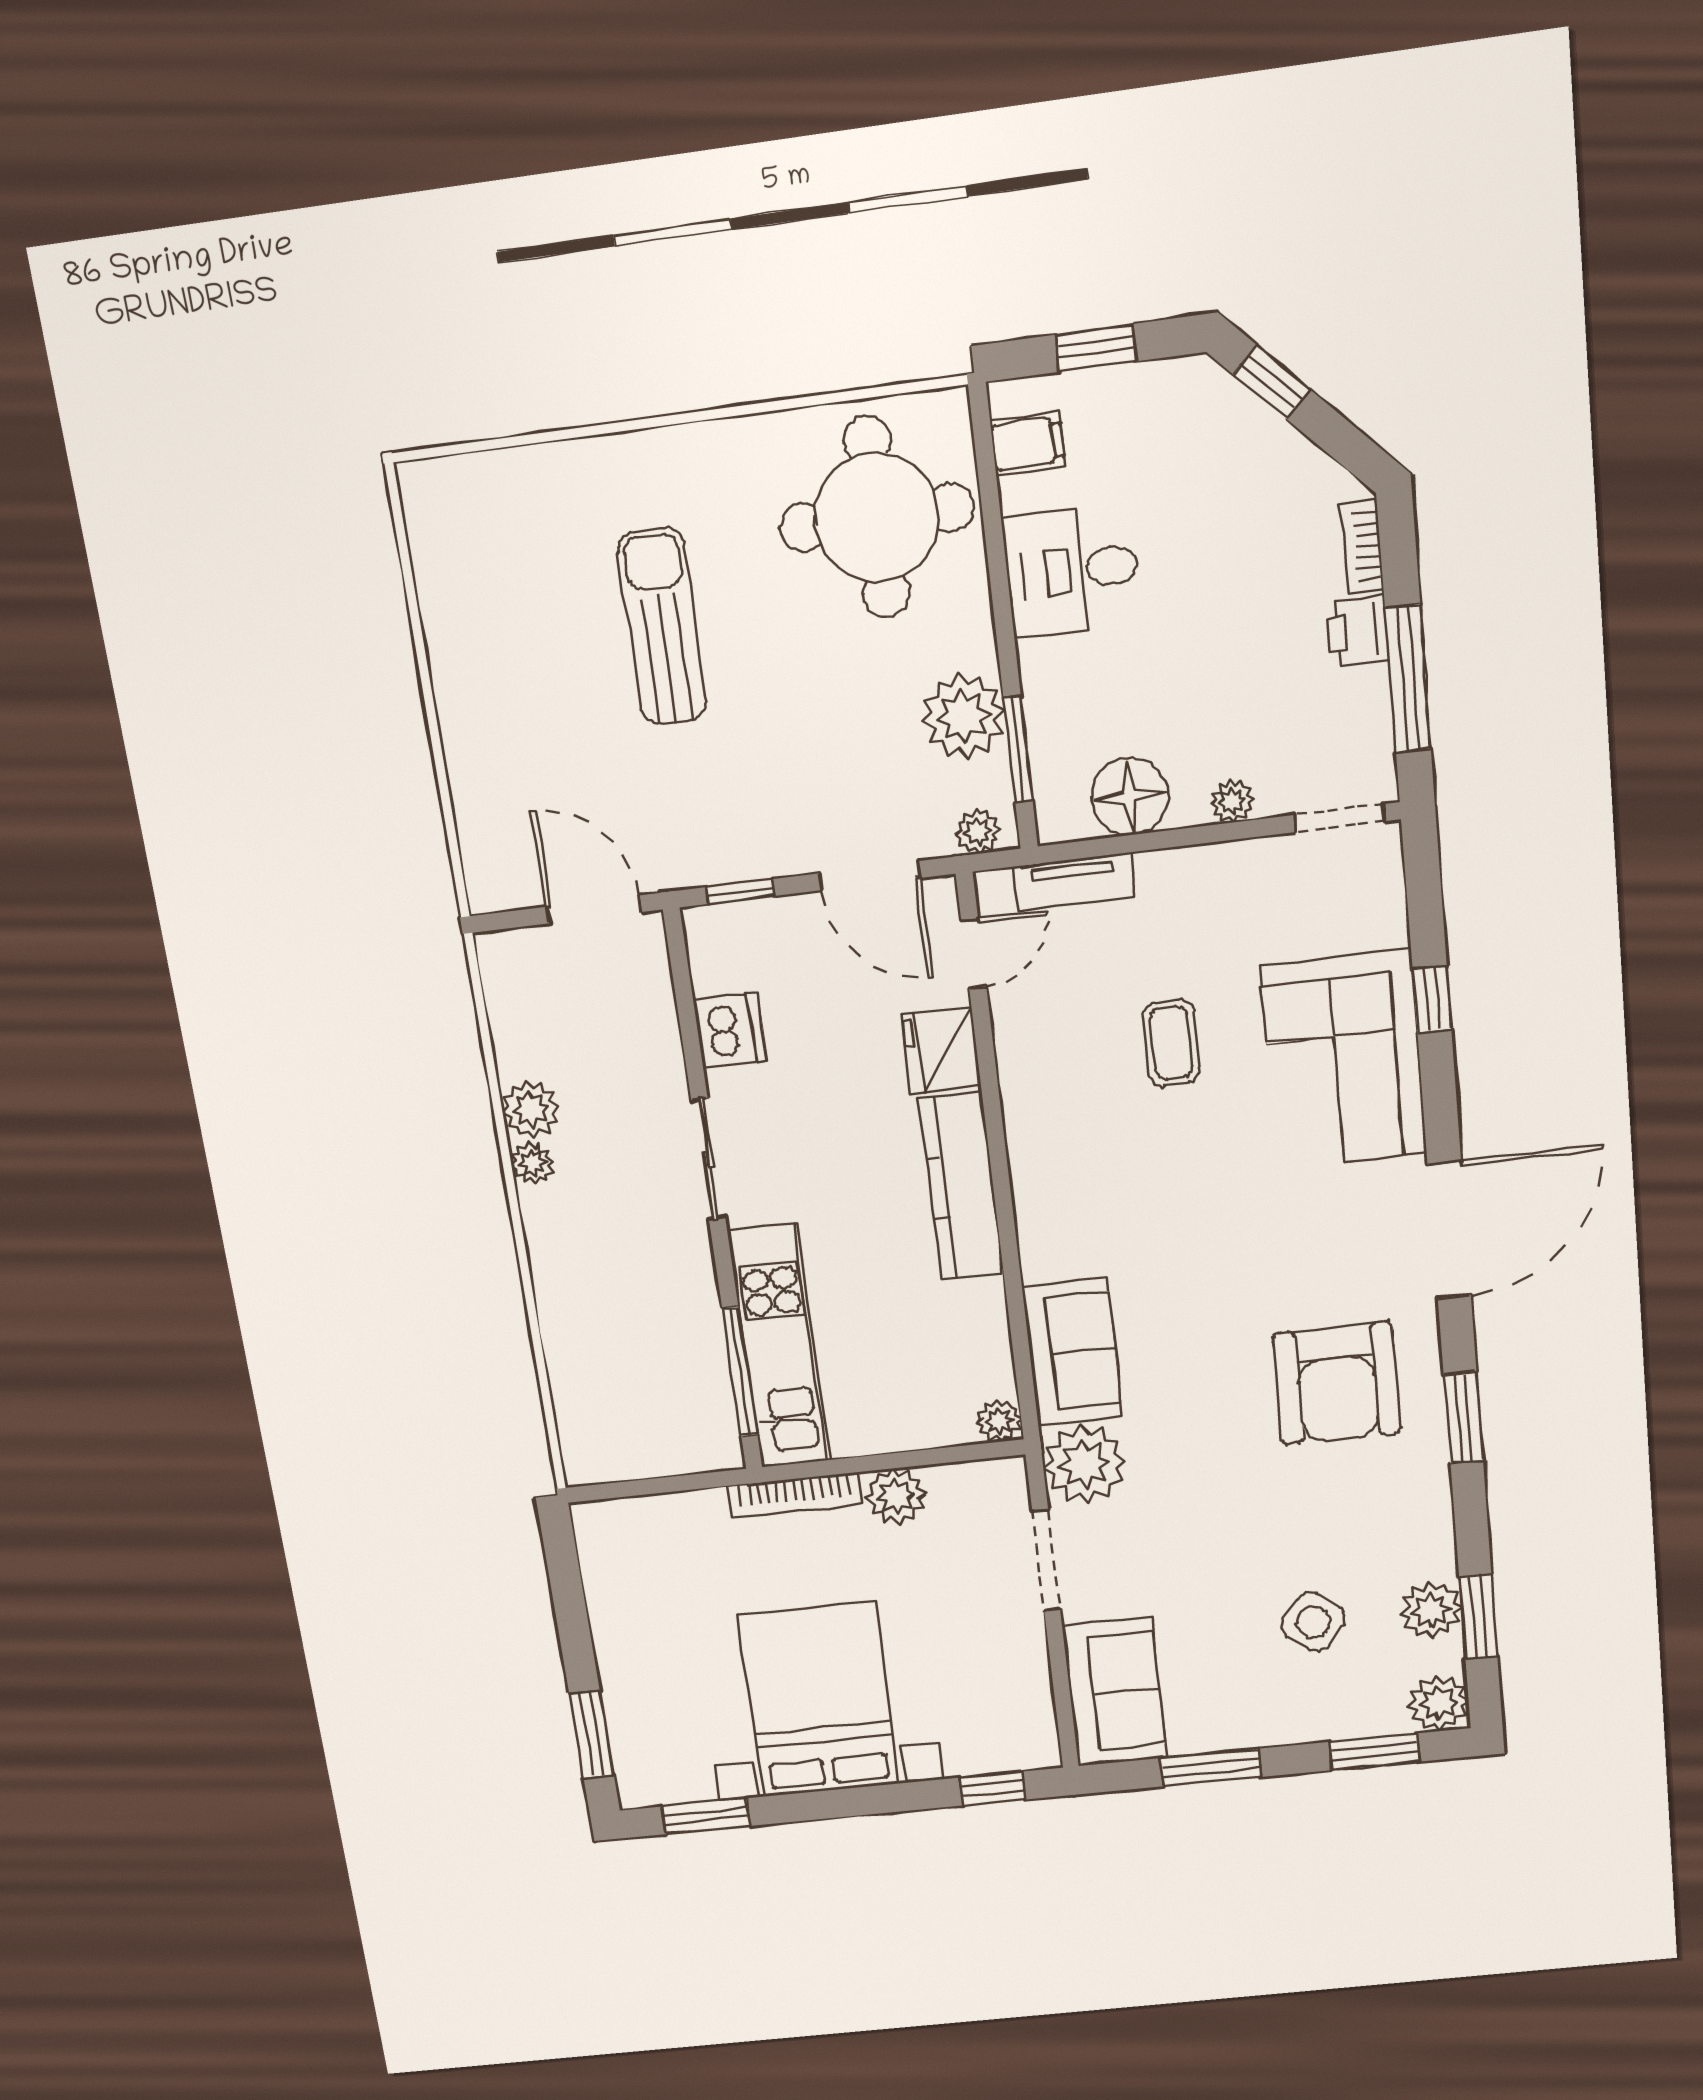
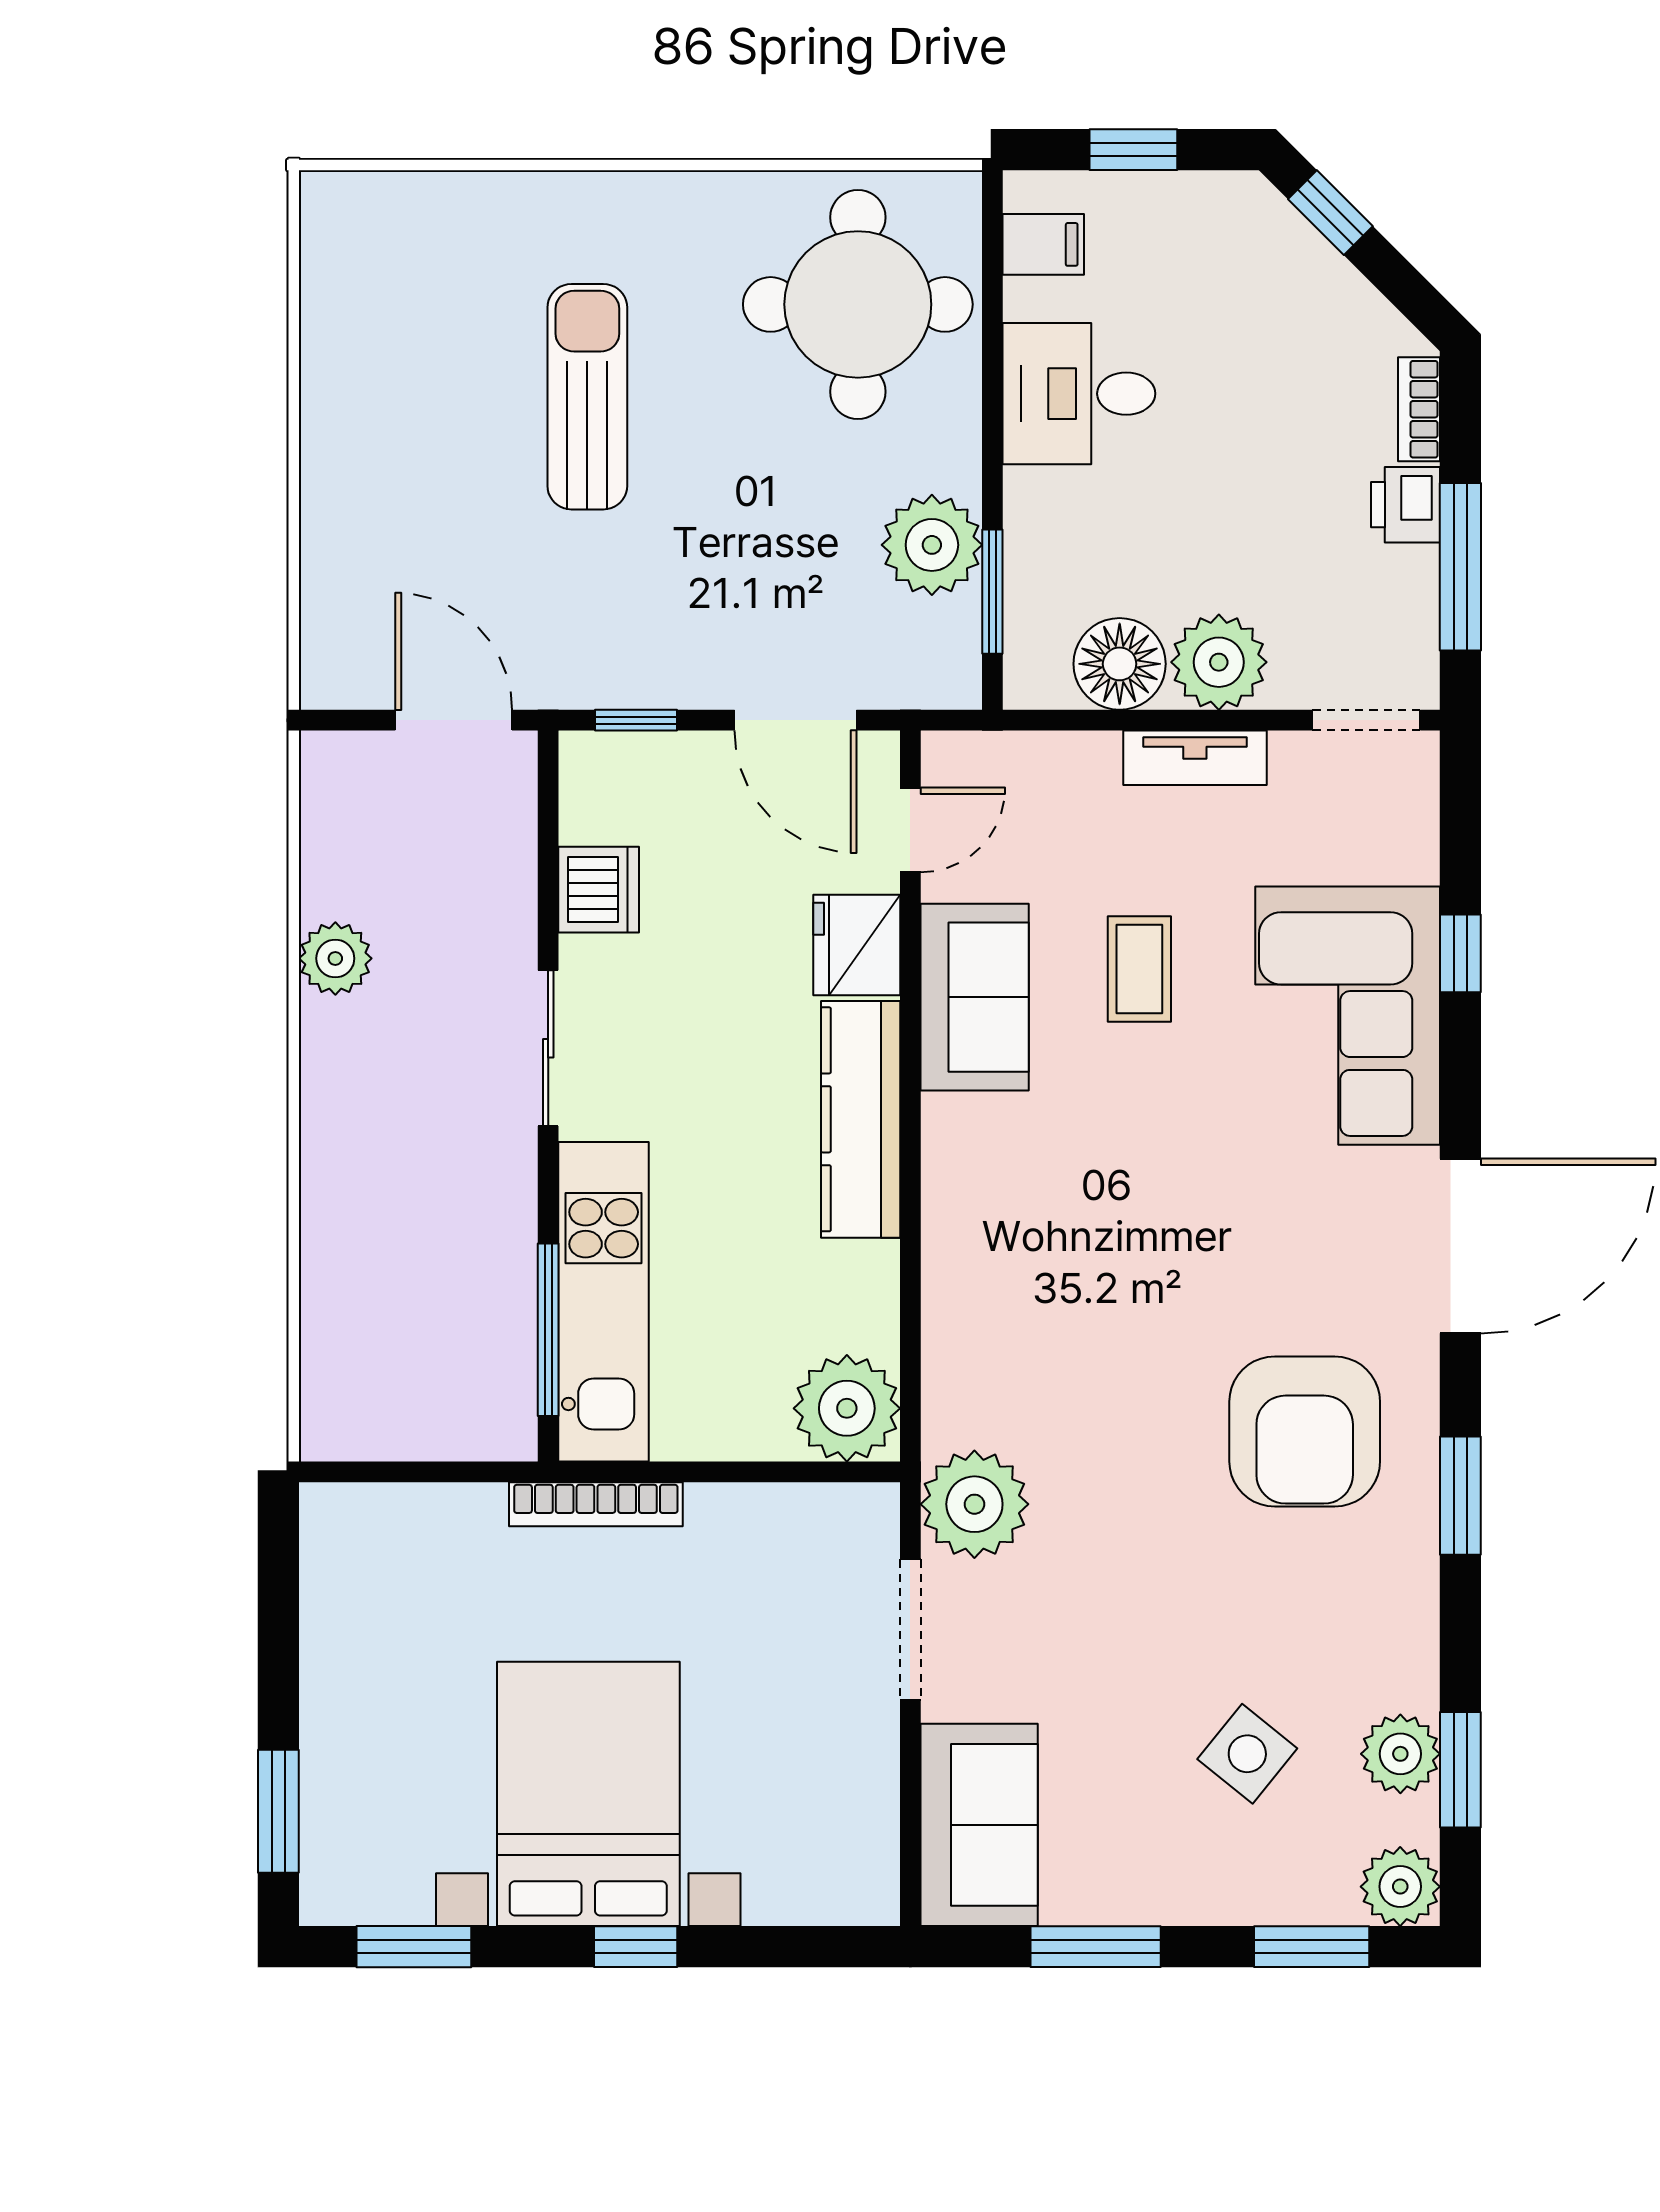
plant: (1232, 801) -> (1219, 662), width x1.87, depth x1.87
plant: (978, 832) -> (933, 683), removed
tv unit: (1074, 882) -> (1195, 758), moved
plant: (532, 1163) -> (326, 1027), removed
sofa: (1072, 1352) -> (975, 997), moved
plant: (999, 1421) -> (847, 1408), width x1.87, depth x1.87
plant: (896, 1496) -> (727, 1520), removed
window: (992, 1789) -> (636, 1947), moved

